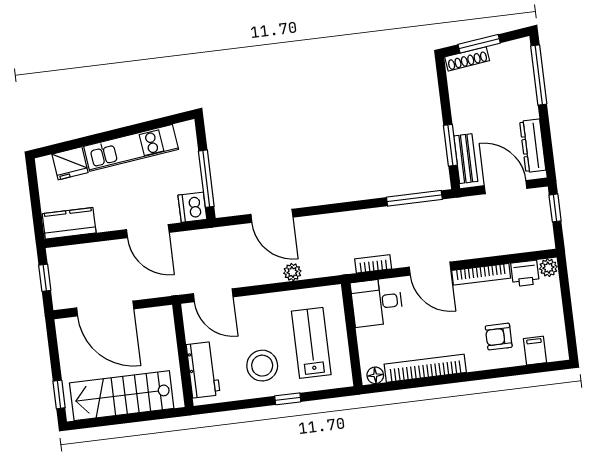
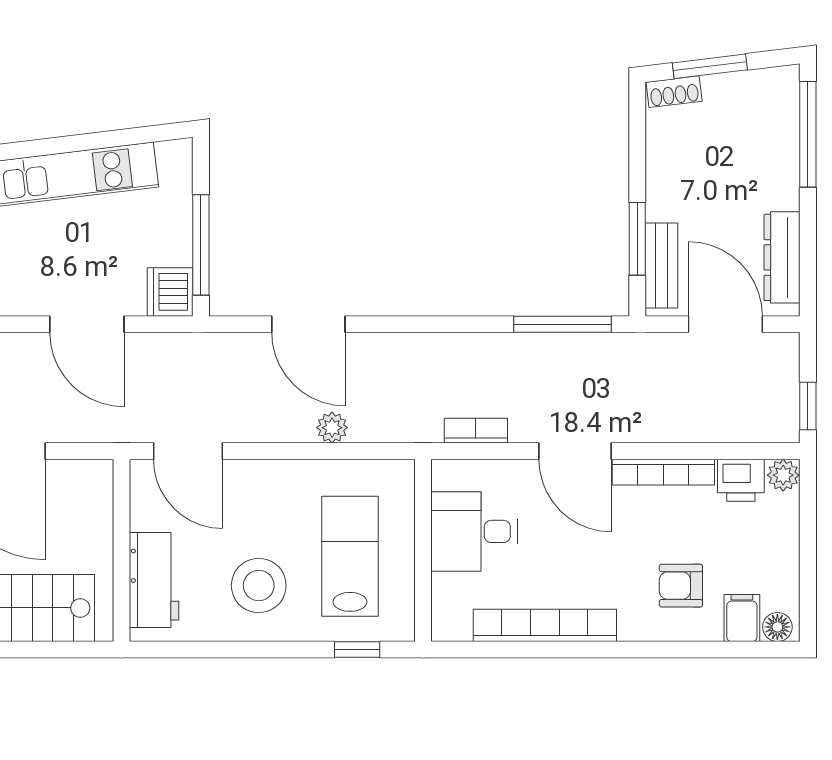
shoe rack: (467, 59) -> (674, 92), width x0.70
window: (555, 208) -> (808, 406), moved
desk: (377, 302) -> (474, 531), moved
floor lamp: (375, 375) -> (777, 627), moved
window: (288, 399) -> (357, 650), moved

